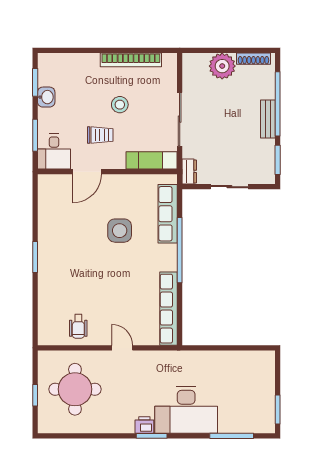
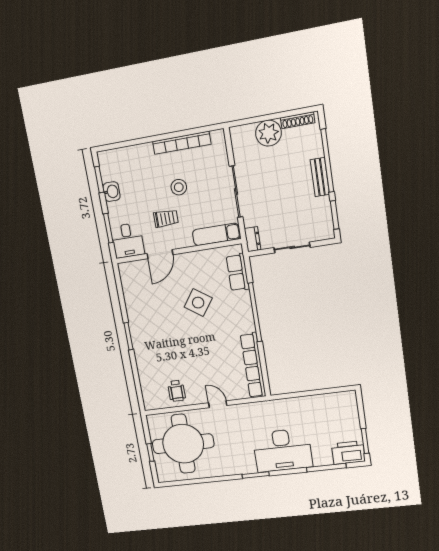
row of seats: (168, 214) -> (238, 272), width x0.68
side table: (120, 231) -> (198, 303), turned 35
round table: (75, 389) -> (183, 444), width x1.36, depth x1.36
printer: (144, 425) -> (348, 453), moved, width x1.87, depth x1.48

